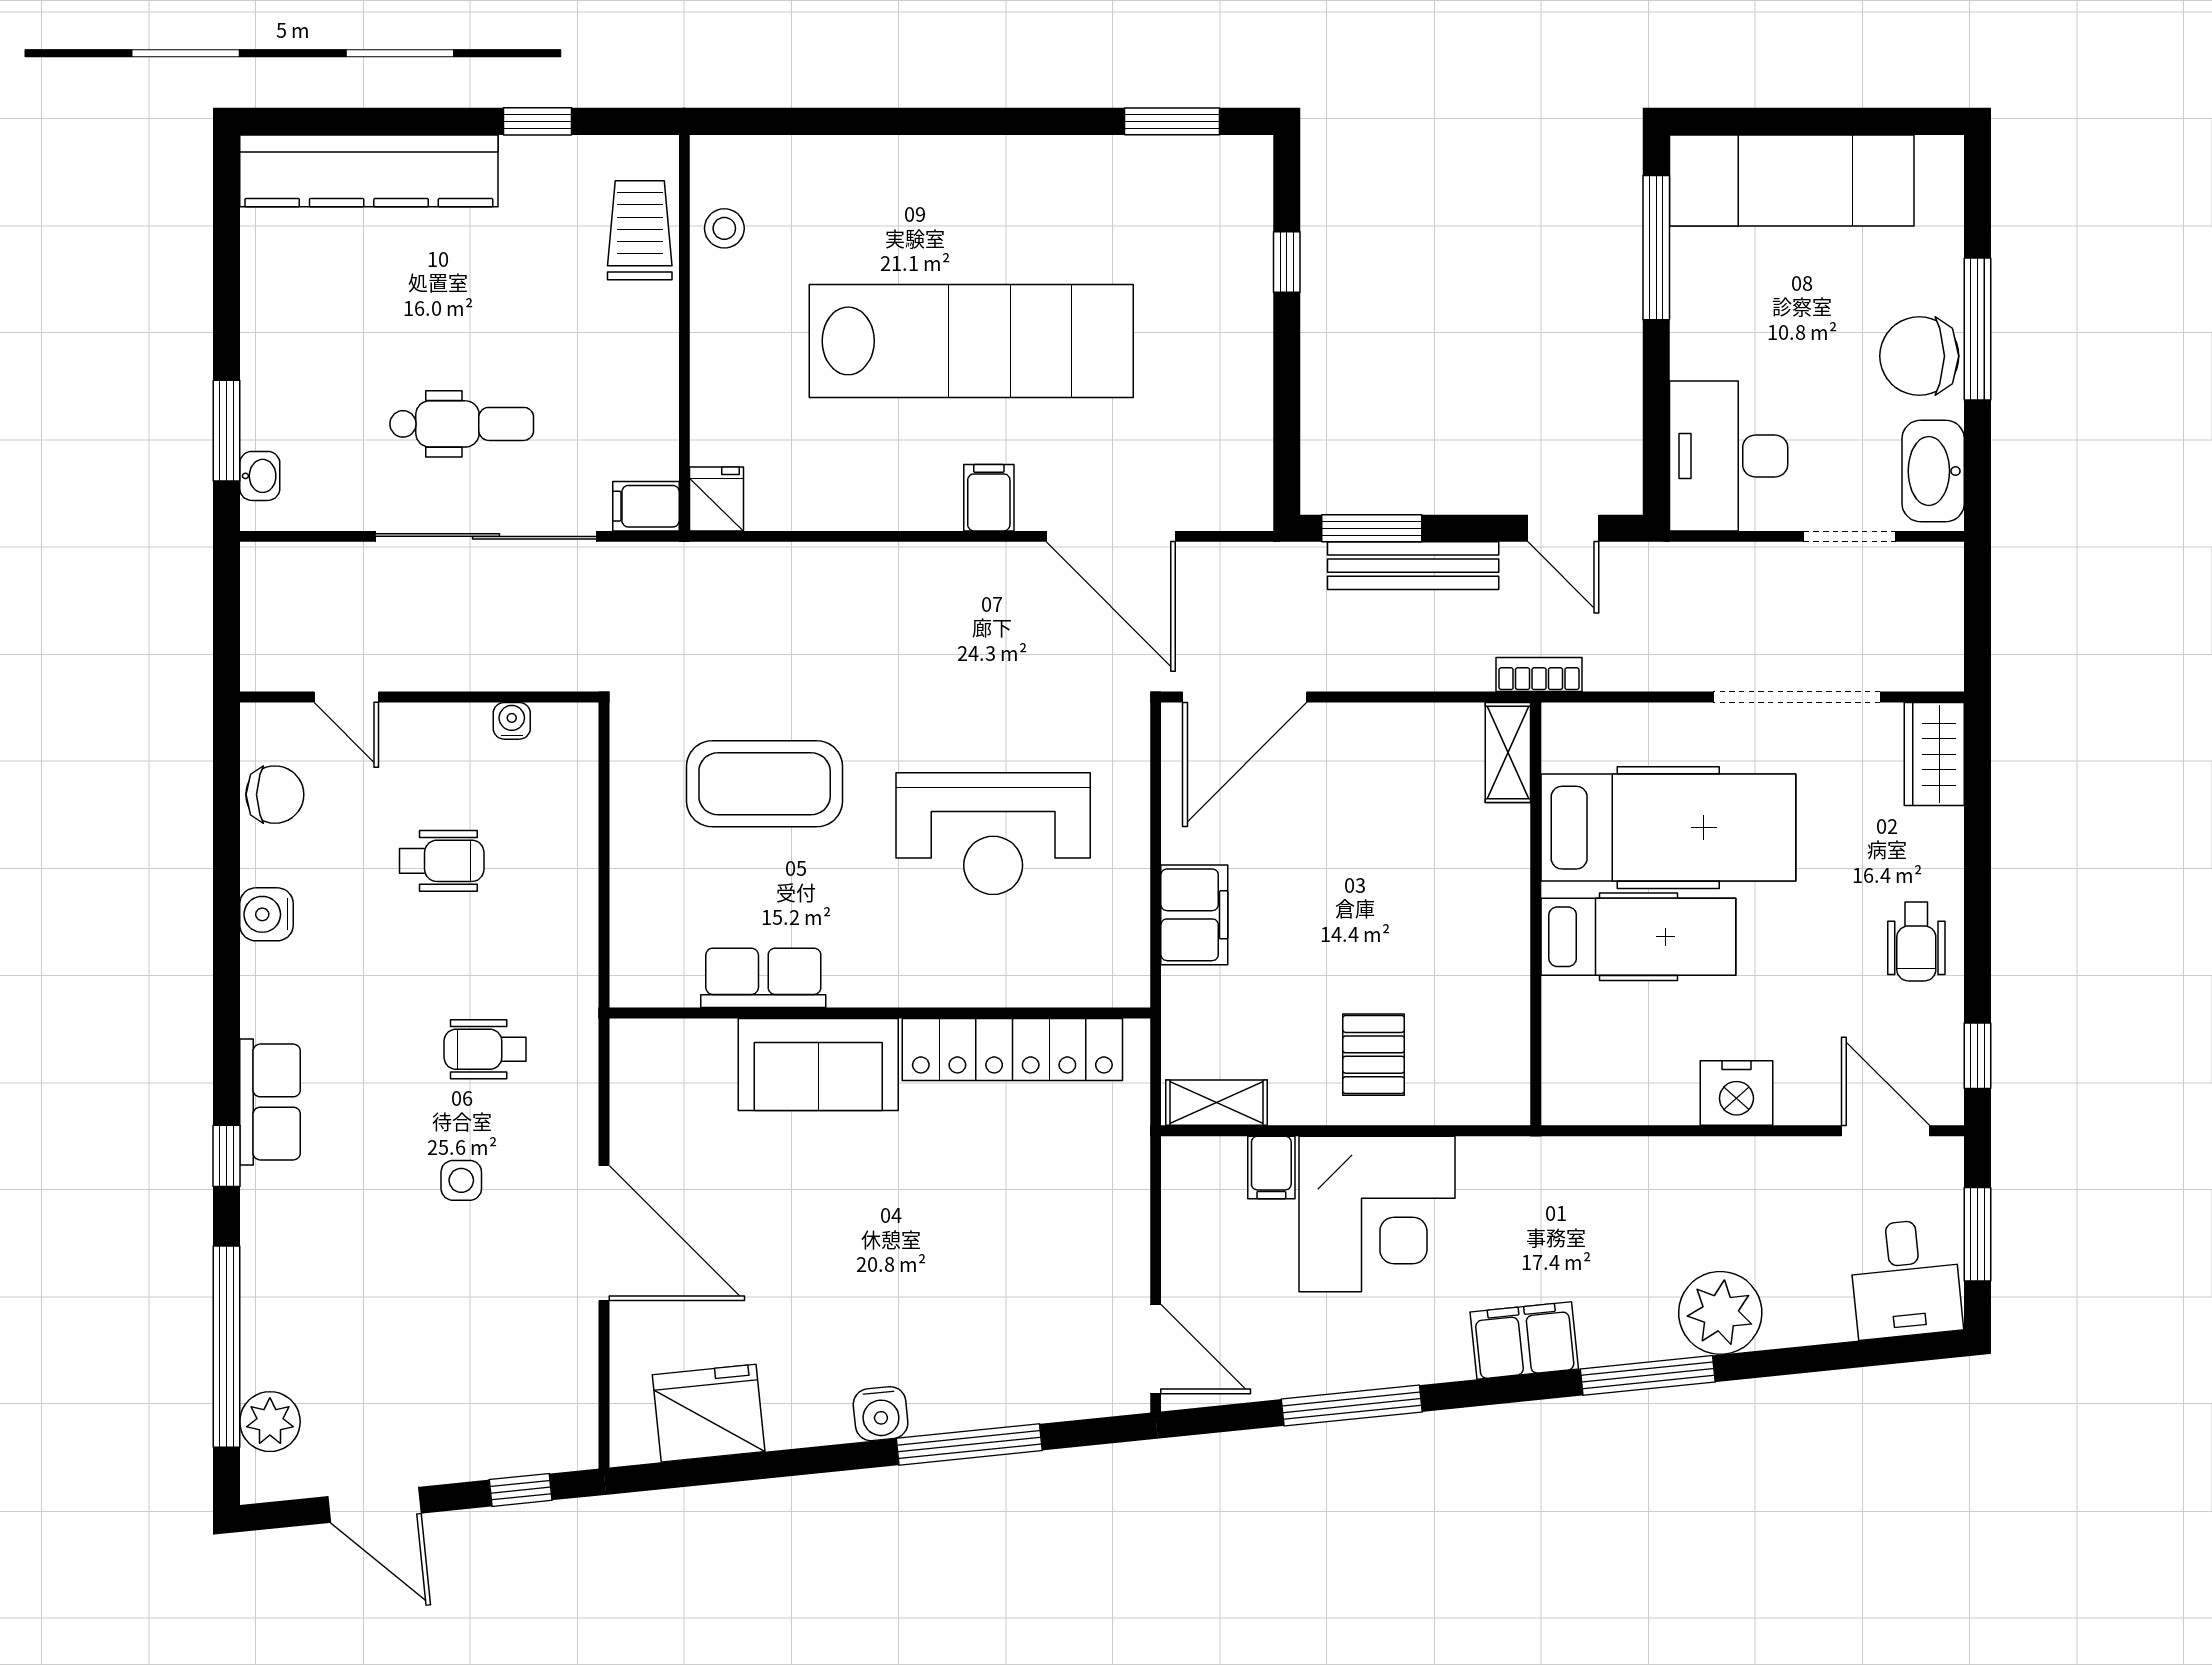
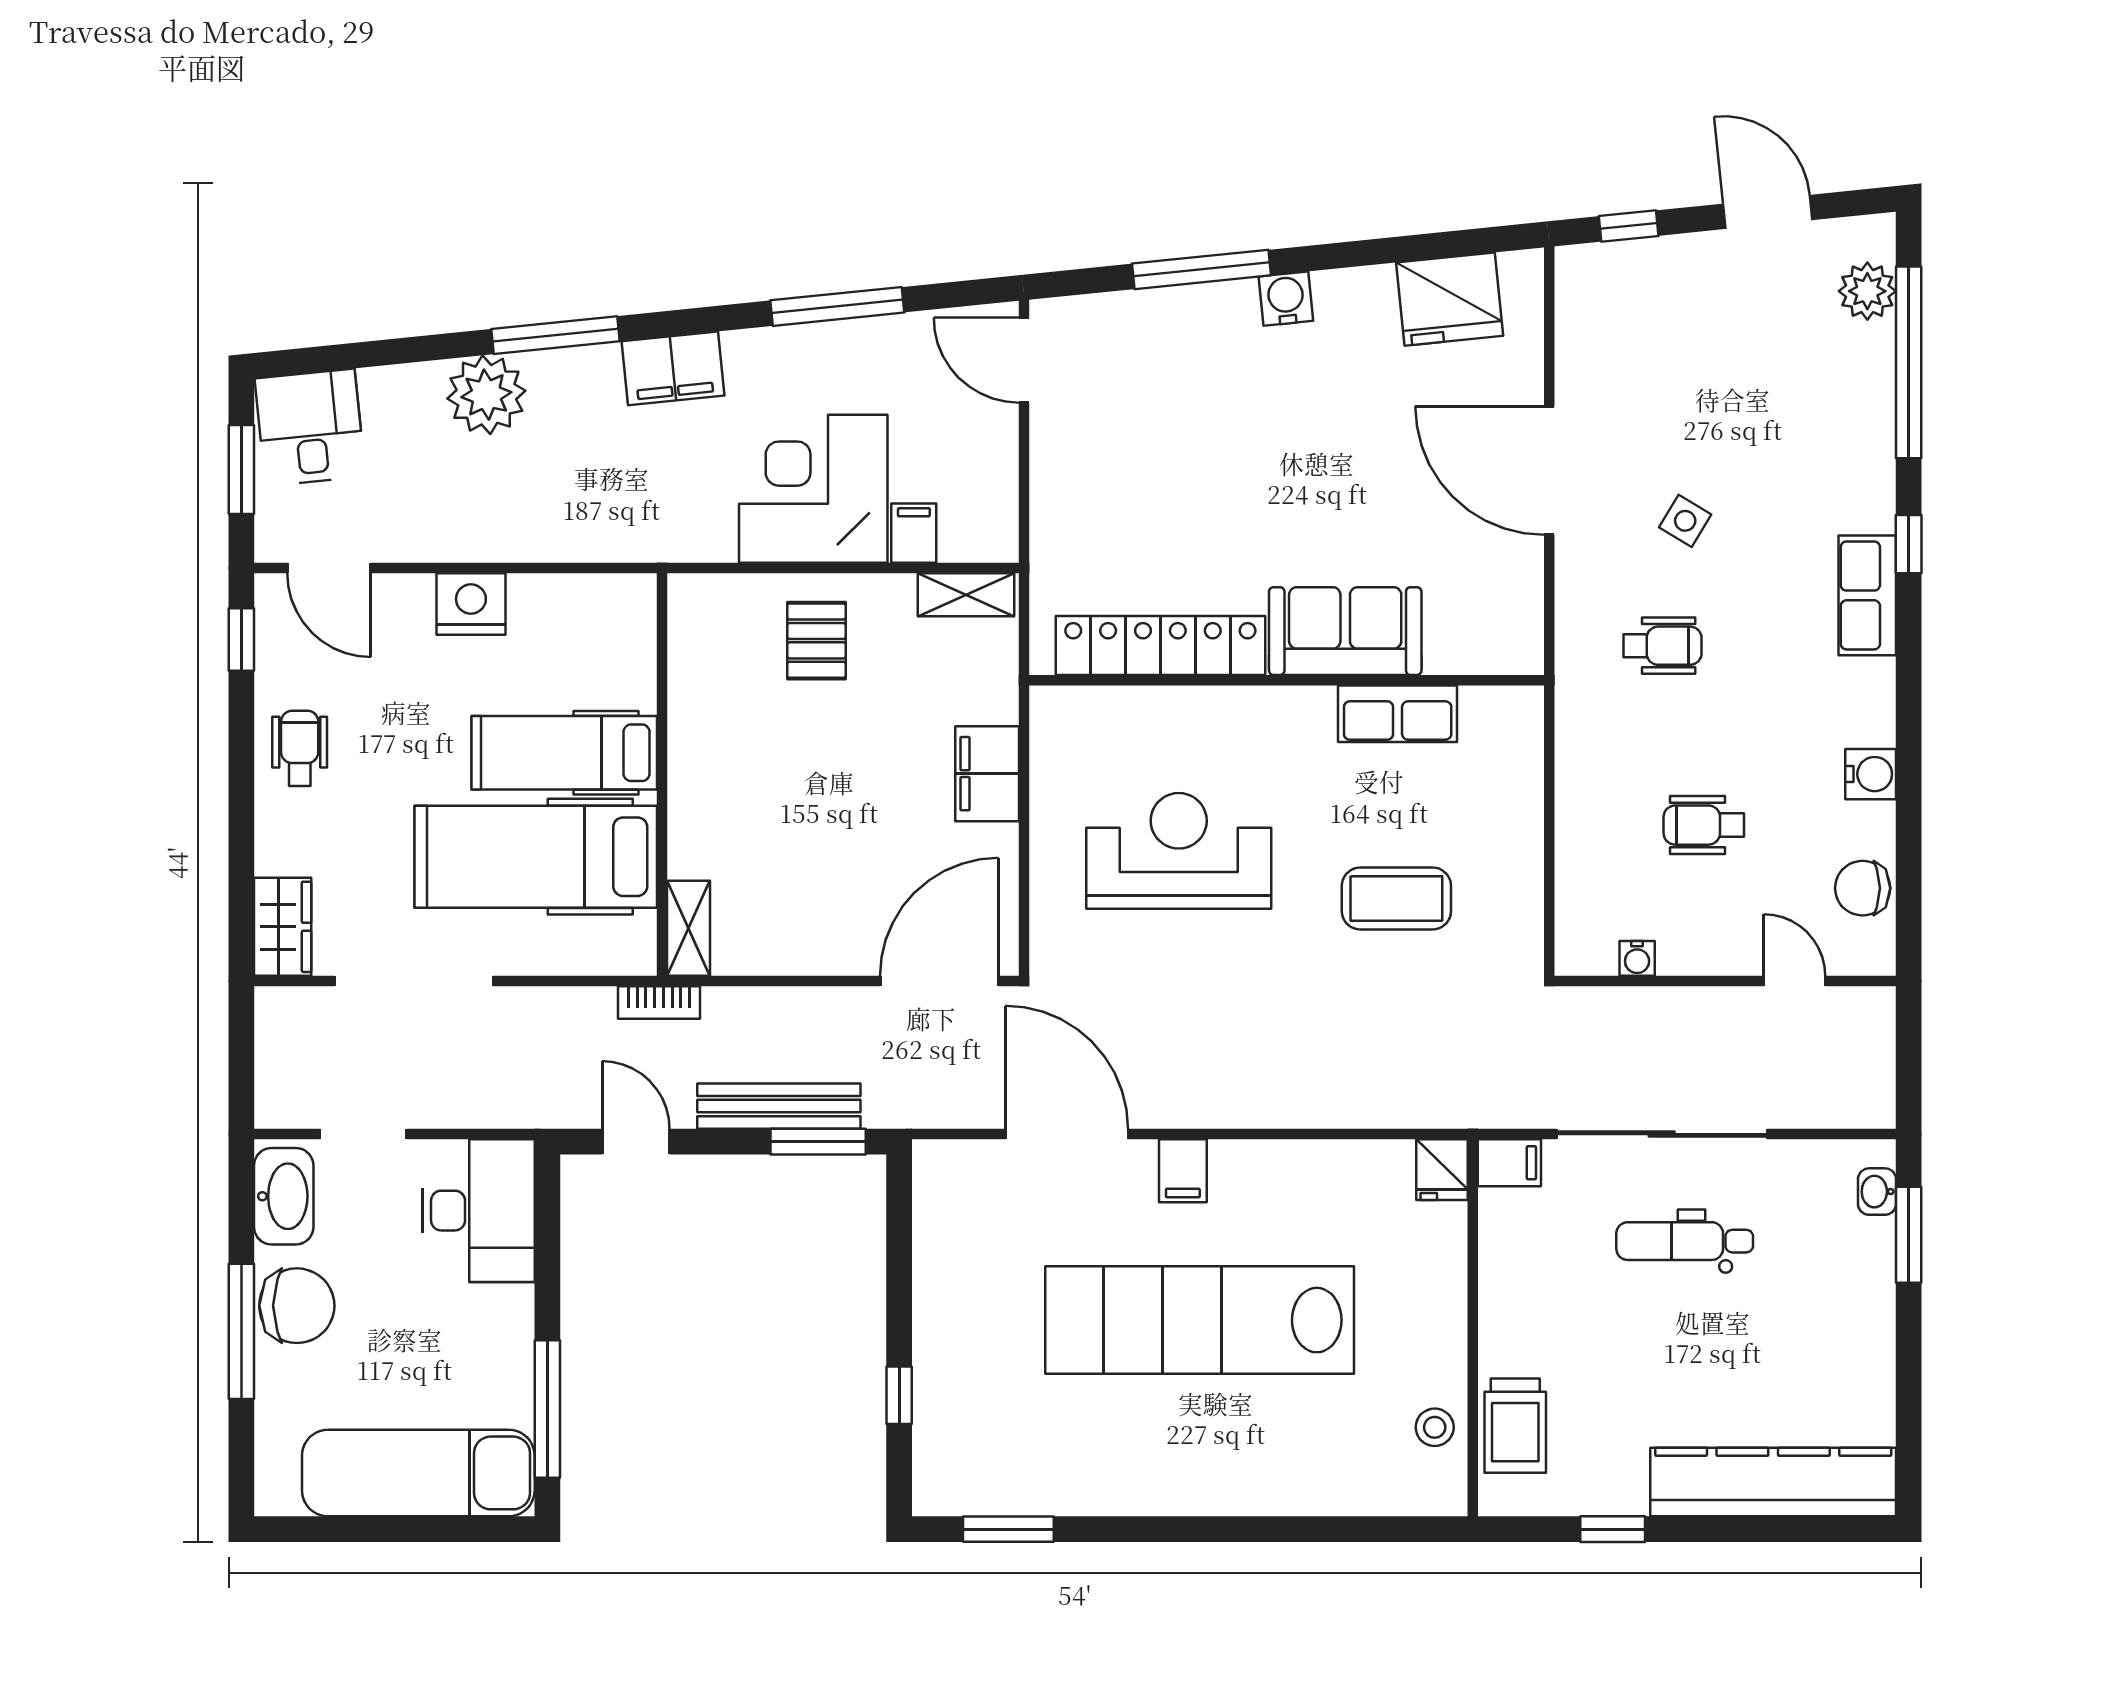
coffee table: (765, 784) -> (1396, 898), width x0.73, depth x0.76
side table: (461, 1180) -> (1685, 521), turned 31

